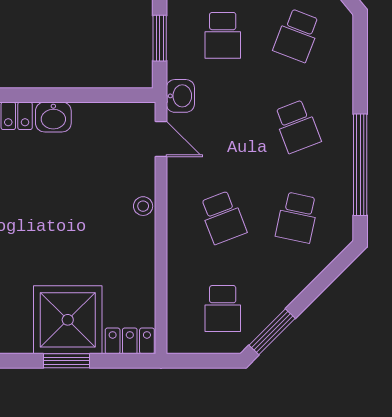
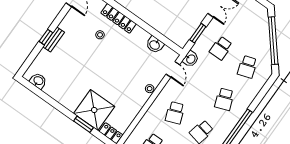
school desk: (297, 35) -> (247, 67), turned -39
washbasin: (53, 117) -> (155, 45), moved

